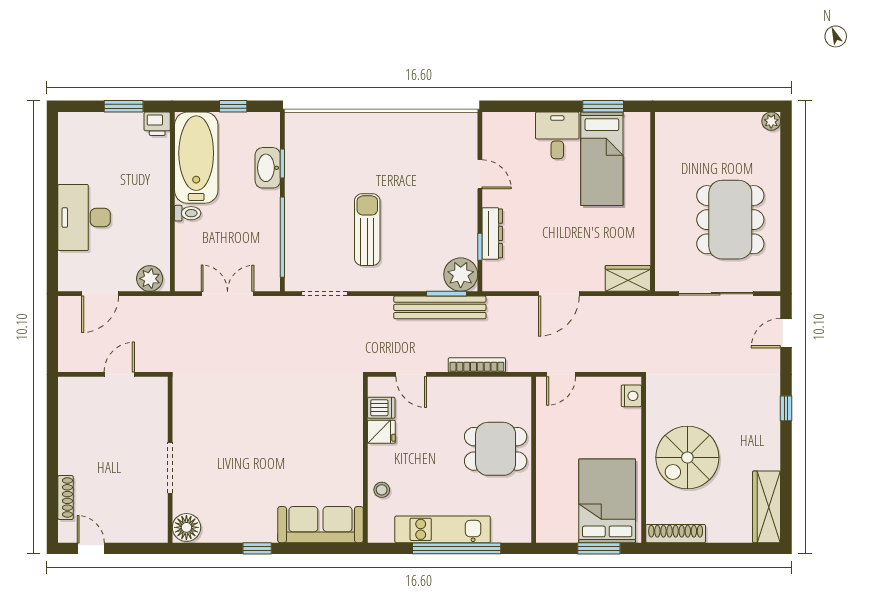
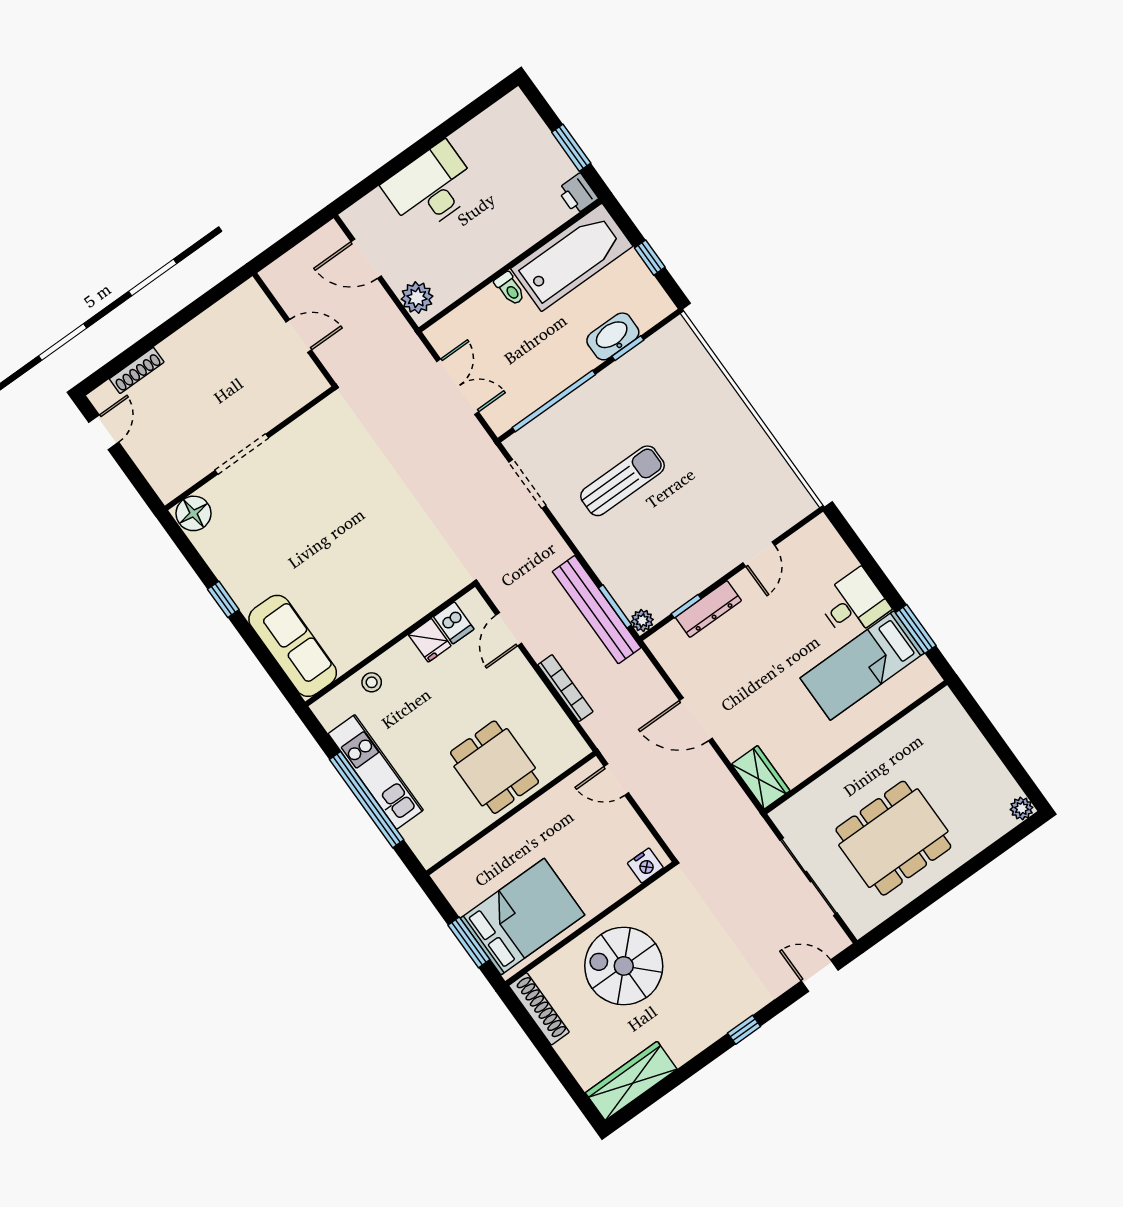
plant: (461, 275) -> (642, 621), width x0.53, depth x0.53

